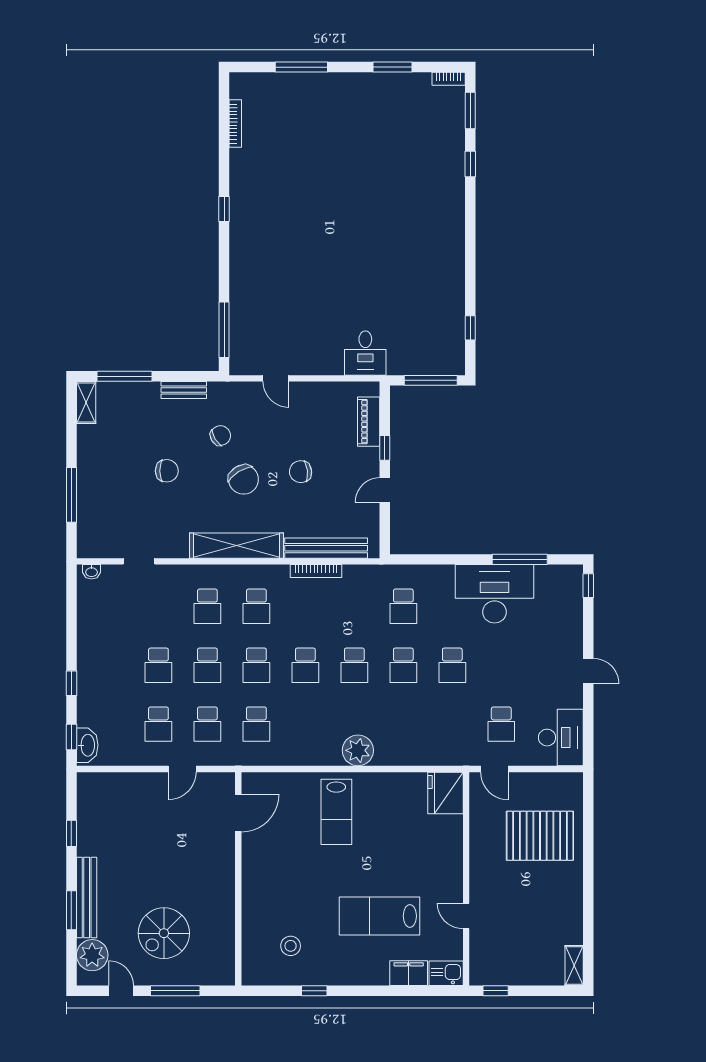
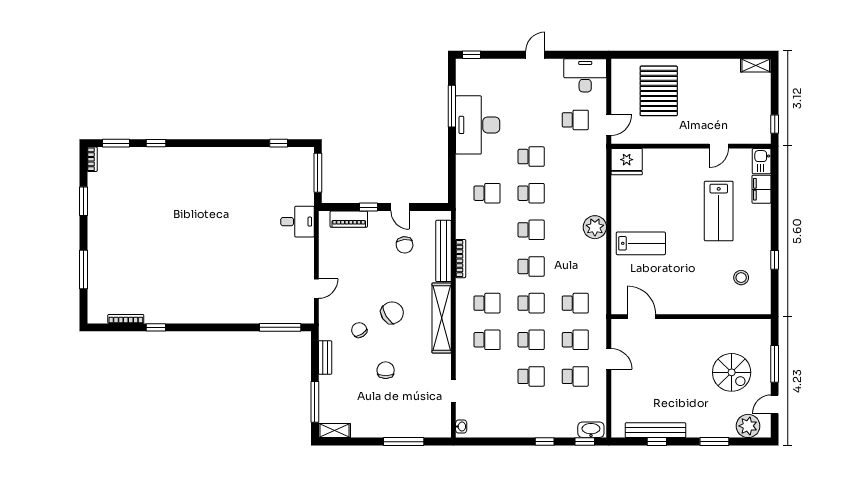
window: (224, 209) -> (156, 327), moved
chair: (301, 472) -> (405, 245), moved
bench: (87, 897) -> (656, 430), moved

